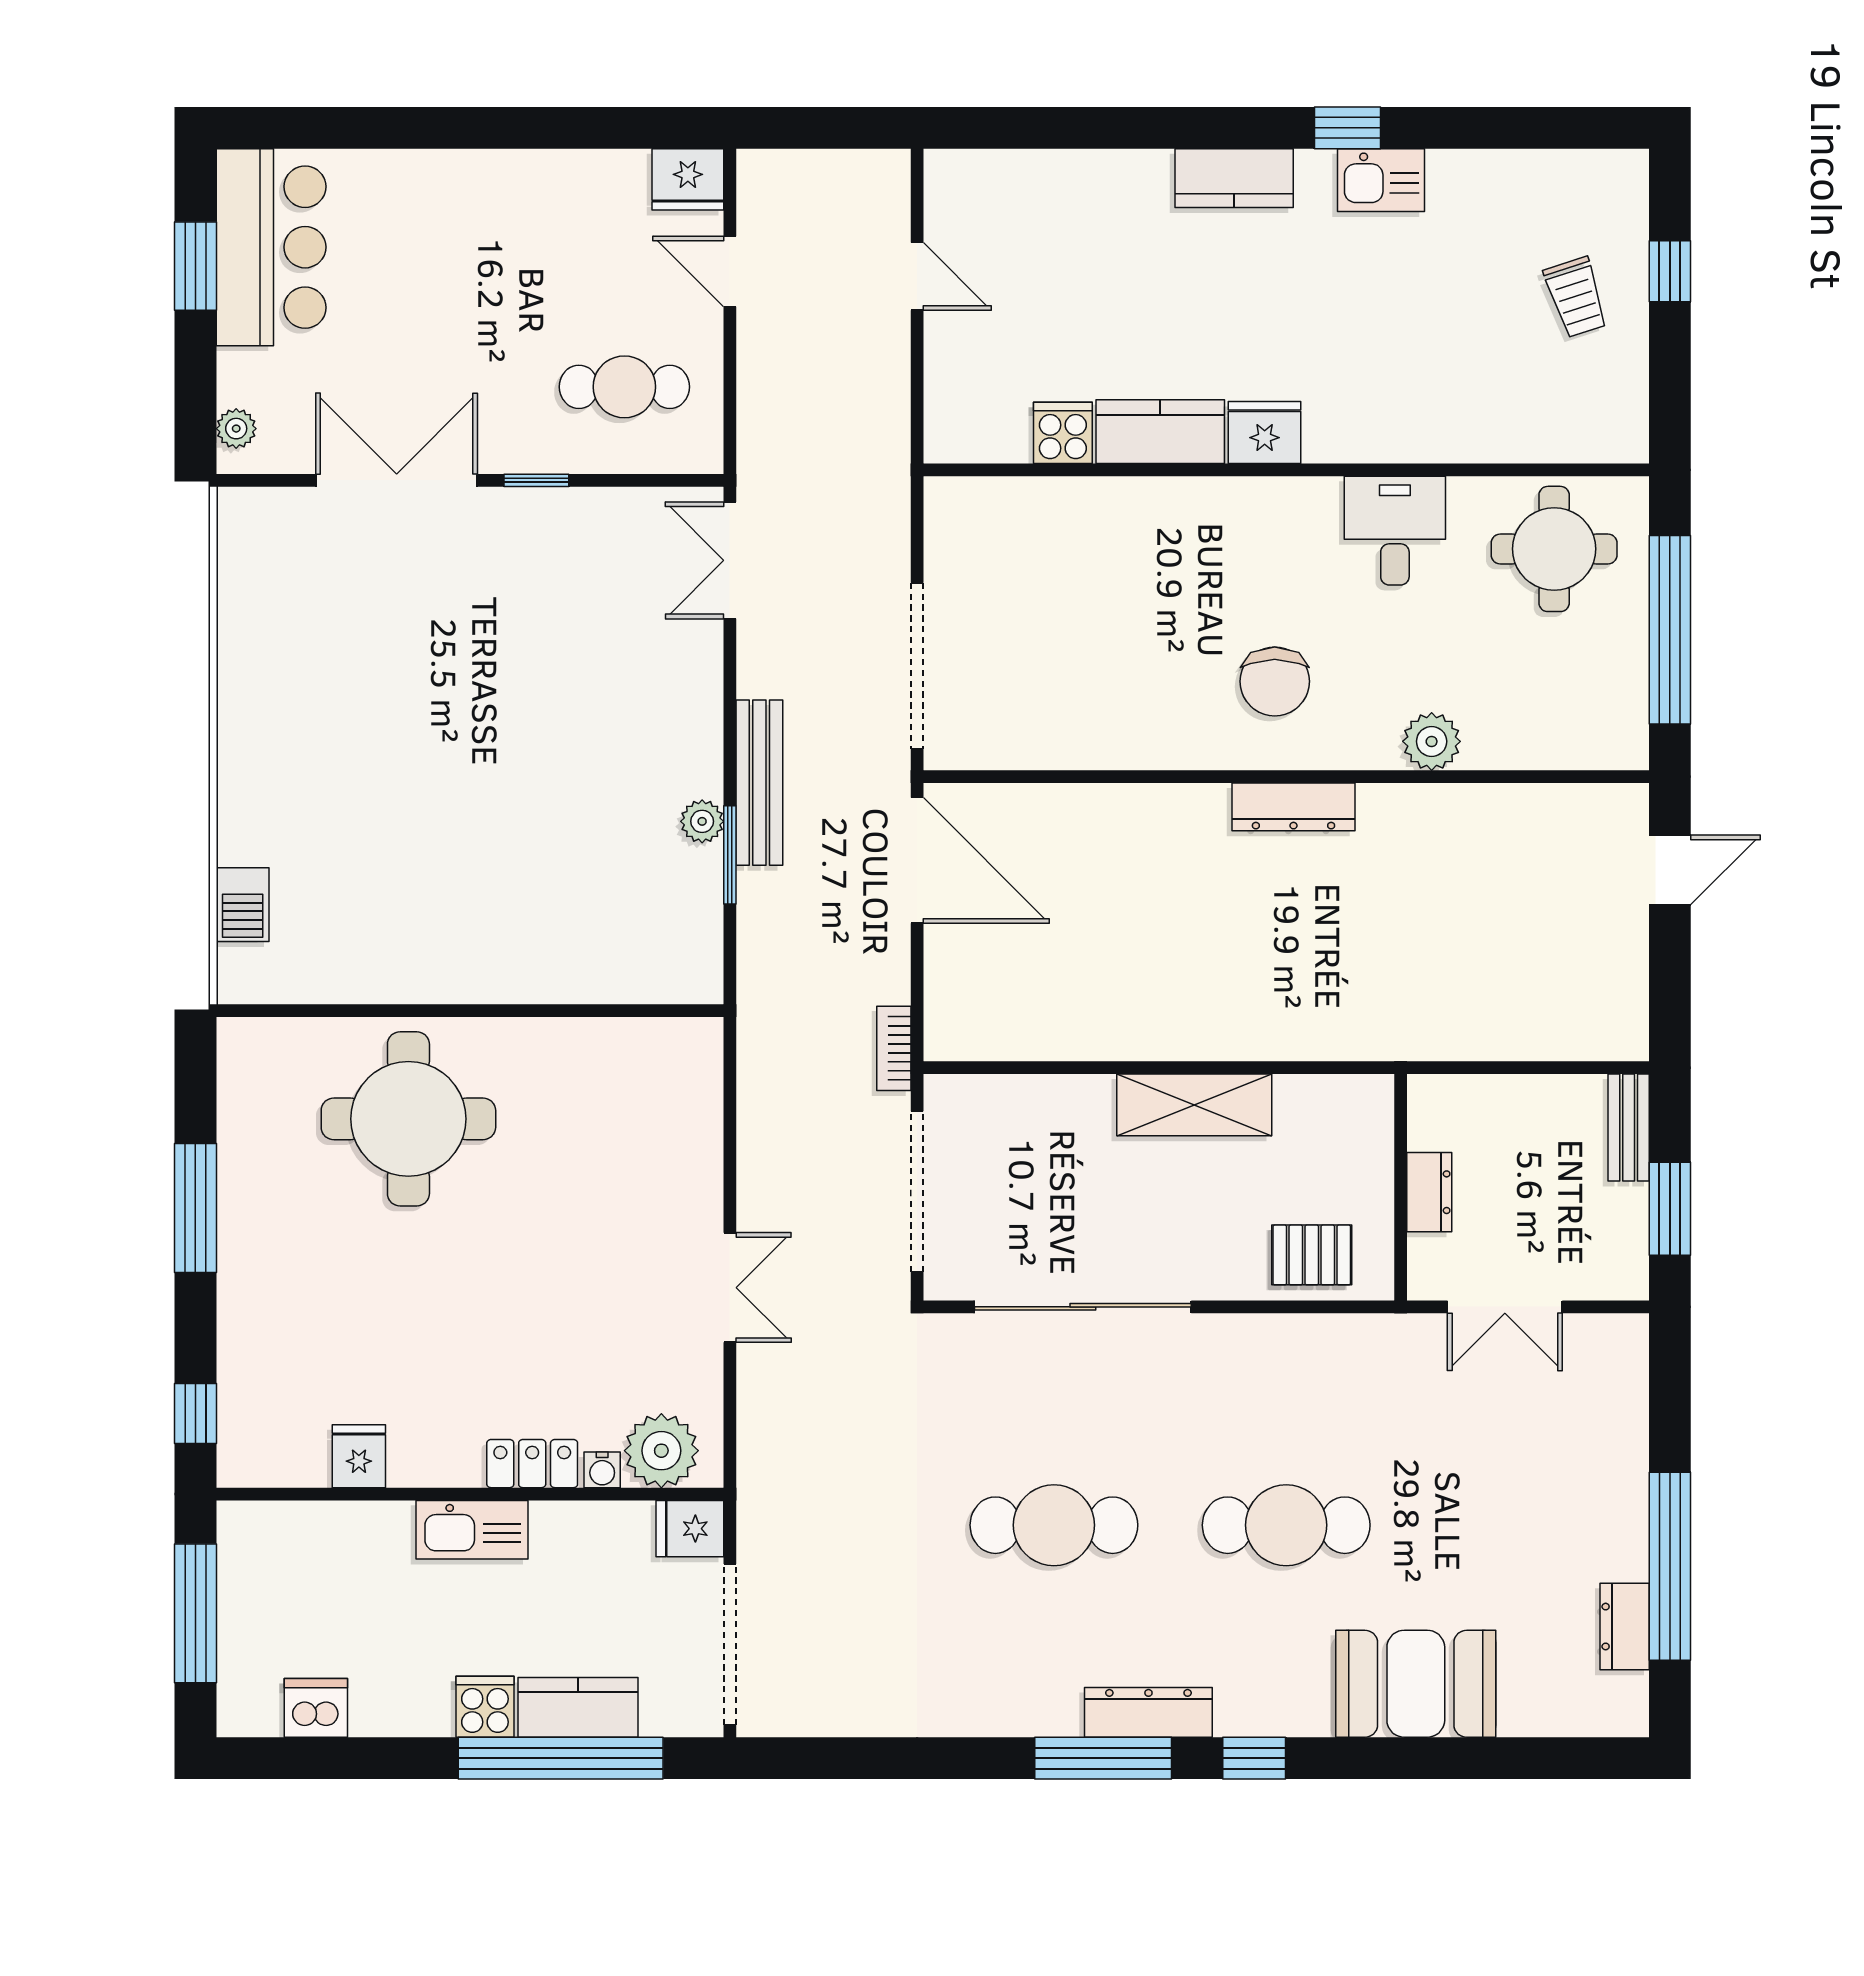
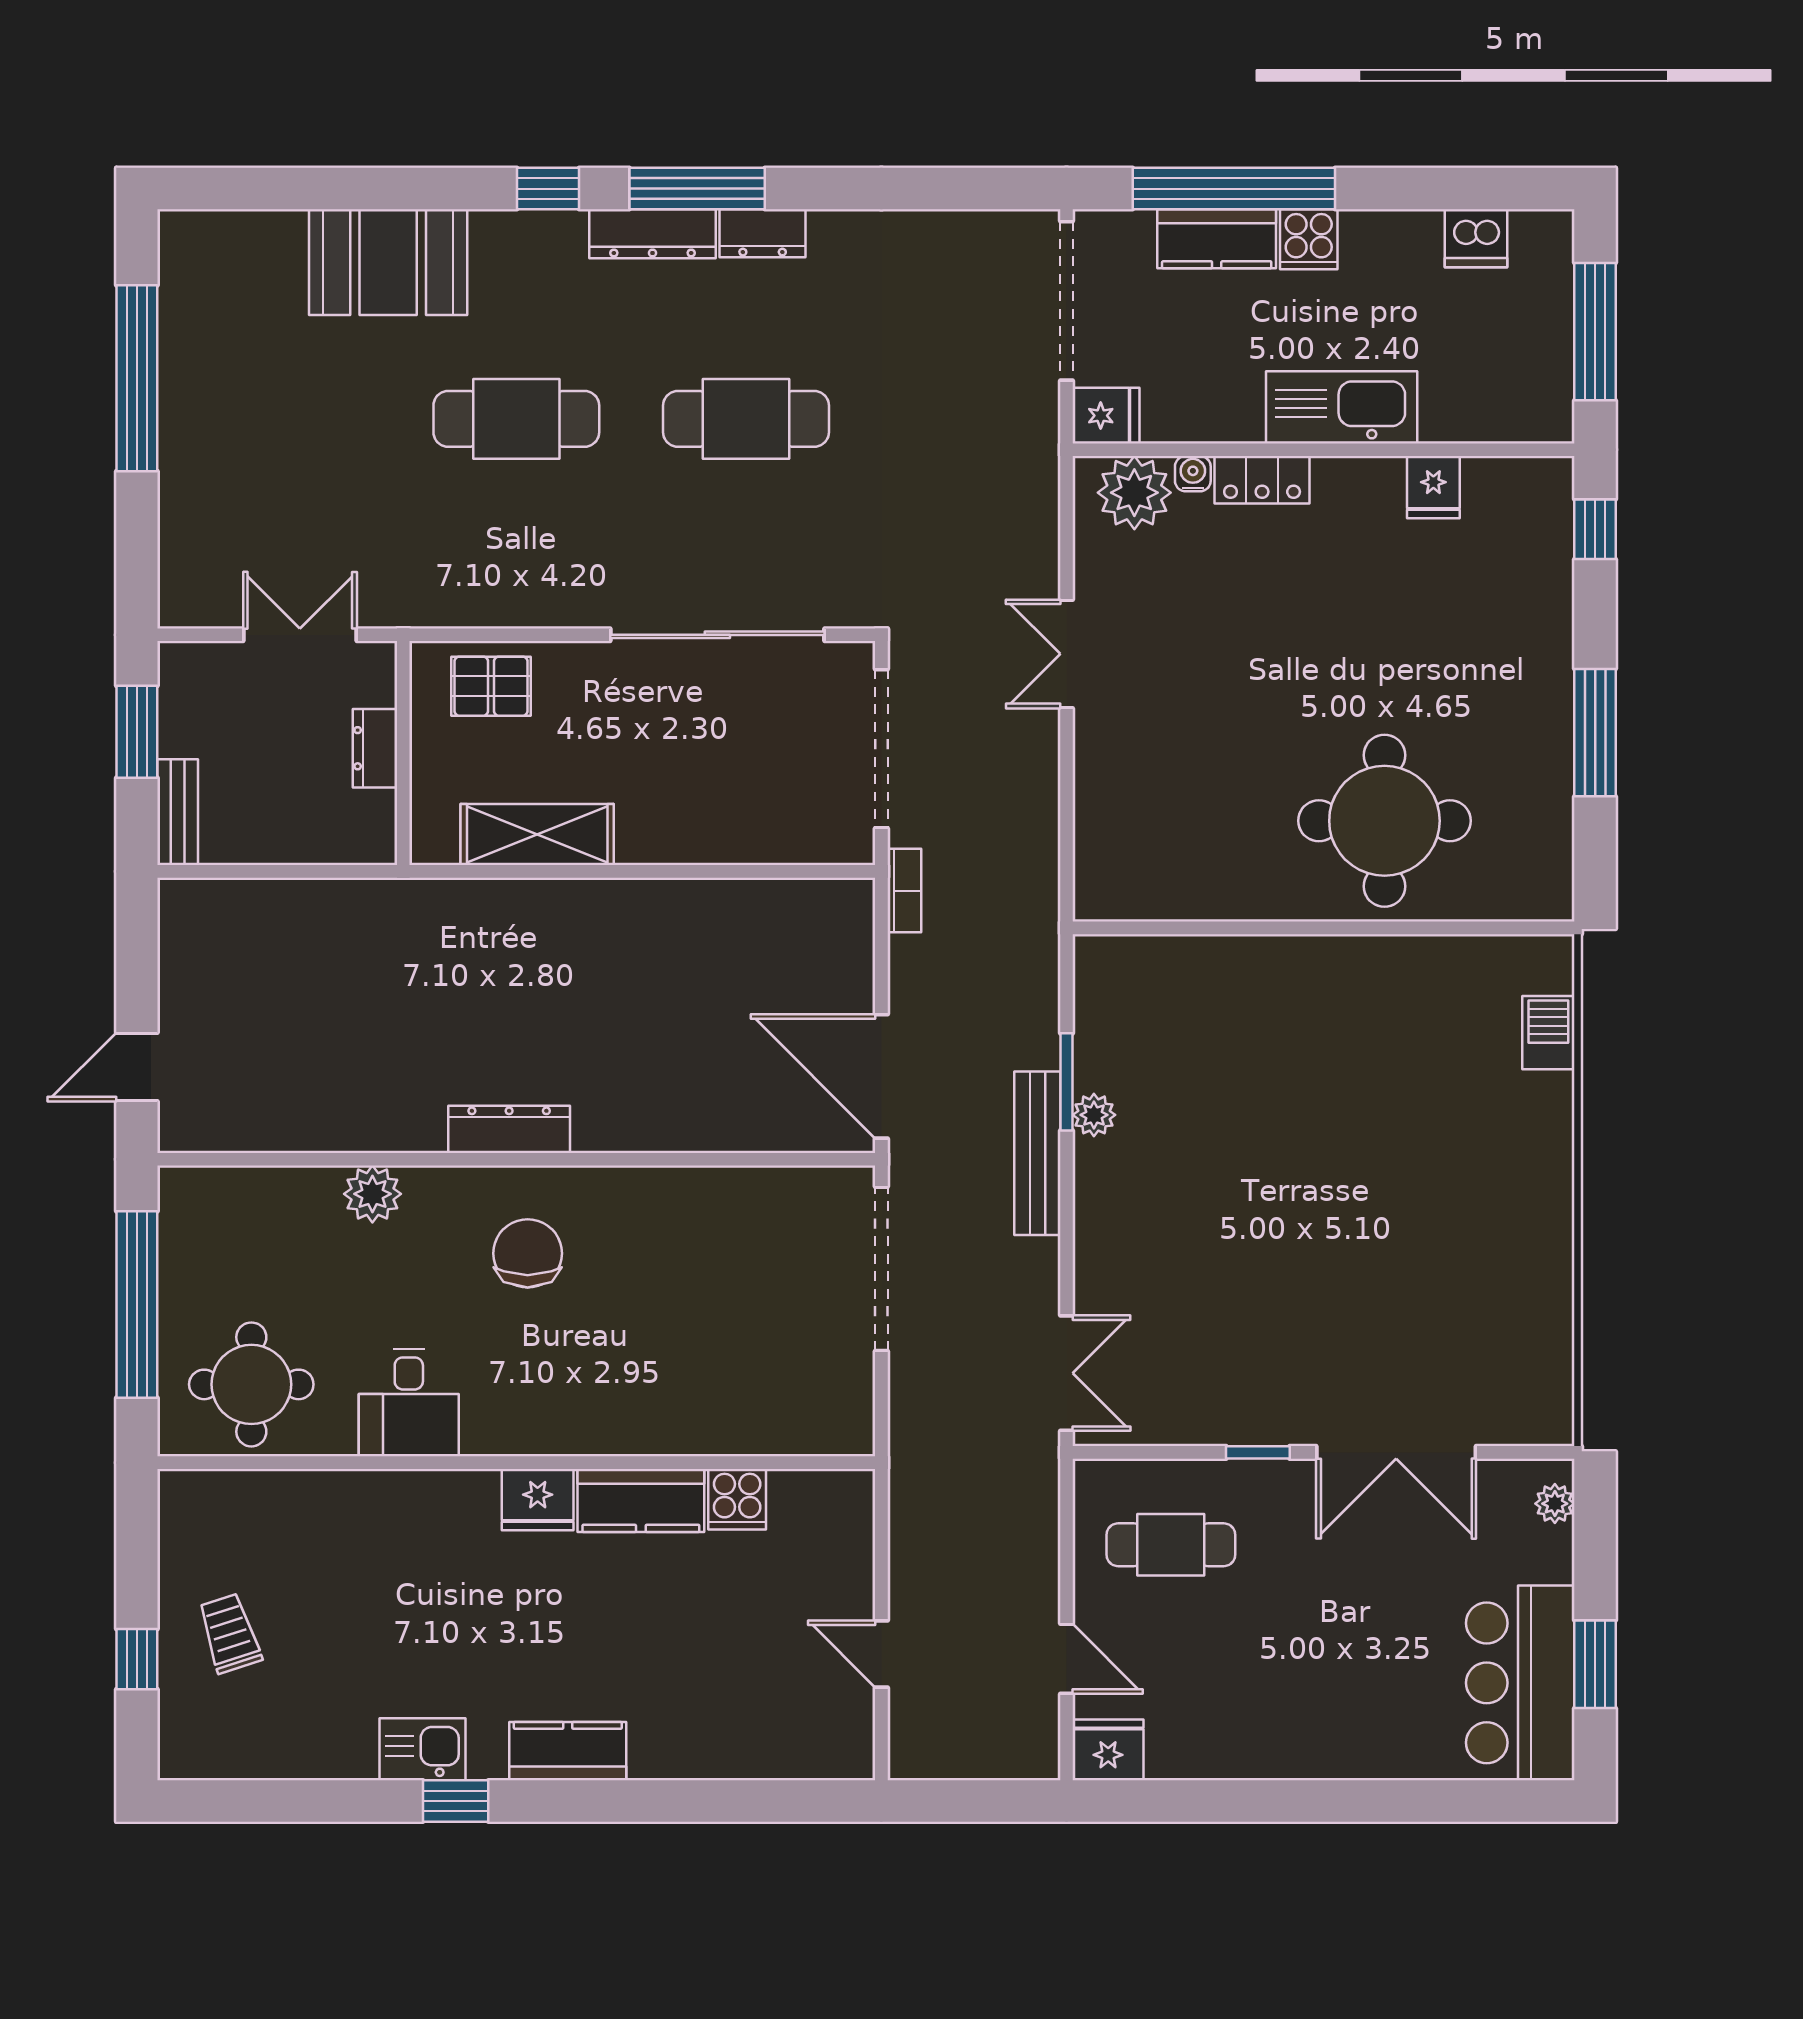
shelving: (1194, 1105) -> (537, 835), moved
kitchen sink: (472, 1530) -> (1342, 407), width x1.36, depth x1.24
dresser: (1625, 1627) -> (763, 233), moved, turned 90

